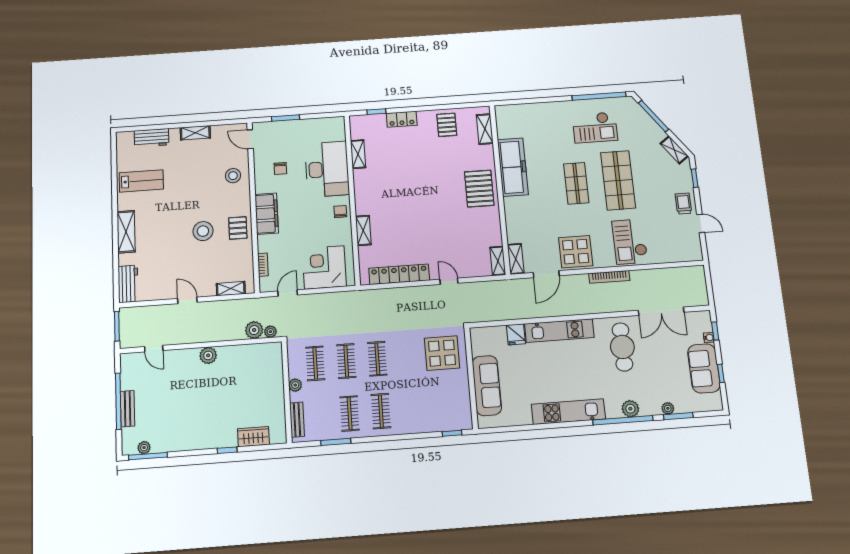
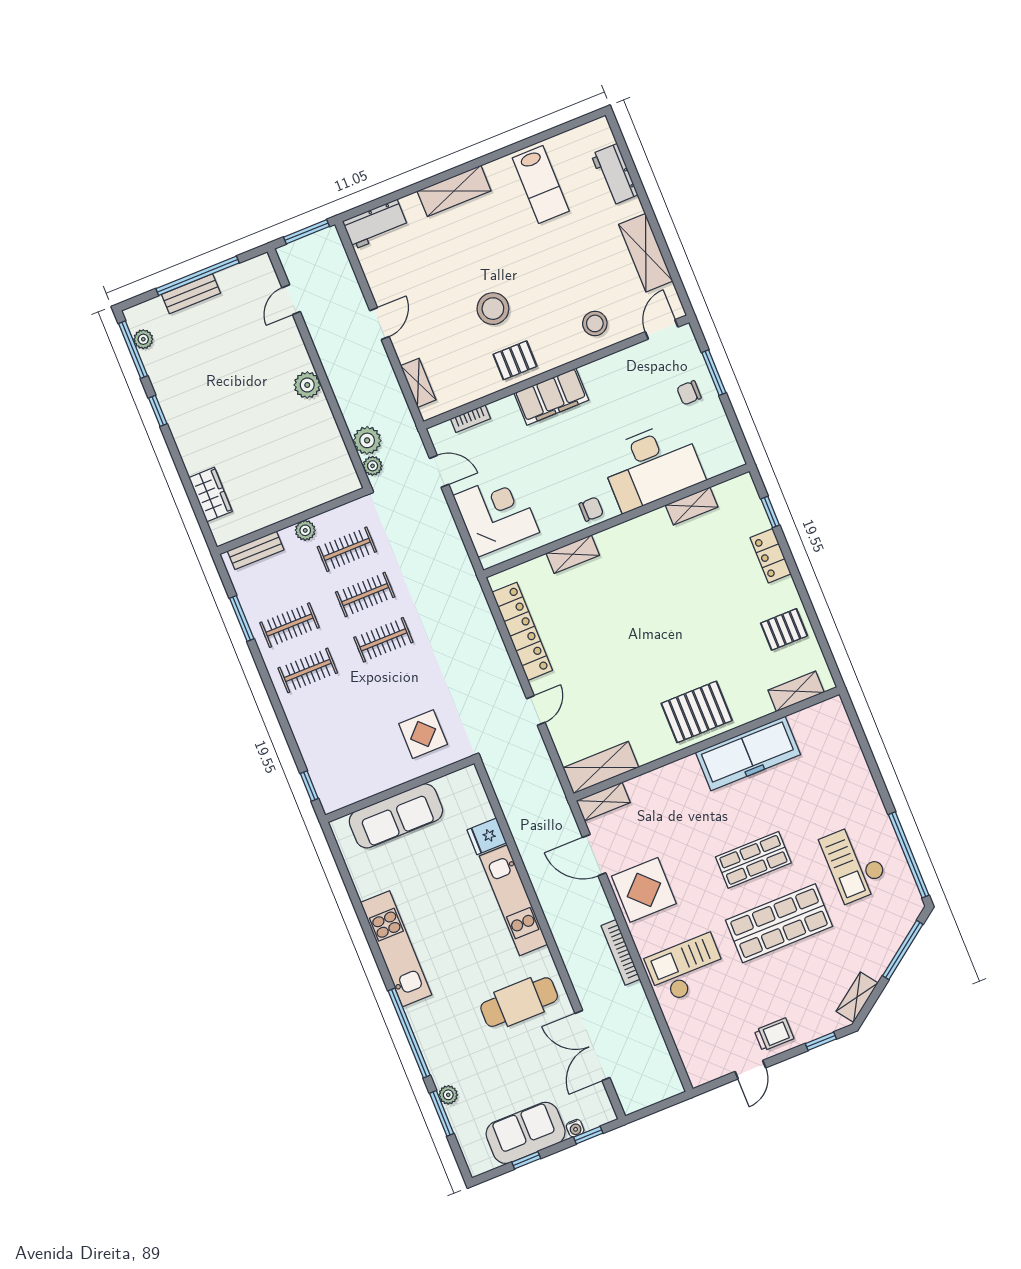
shelving: (195, 133) -> (646, 253), width x1.50, depth x1.33
chair: (280, 169) -> (689, 393), moved
shelving: (498, 261) -> (601, 767), width x1.50, depth x1.33
display table: (442, 353) -> (423, 734), width x0.73, depth x0.73
plant: (630, 409) -> (430, 1039), removed
window: (227, 450) -> (158, 411), moved

